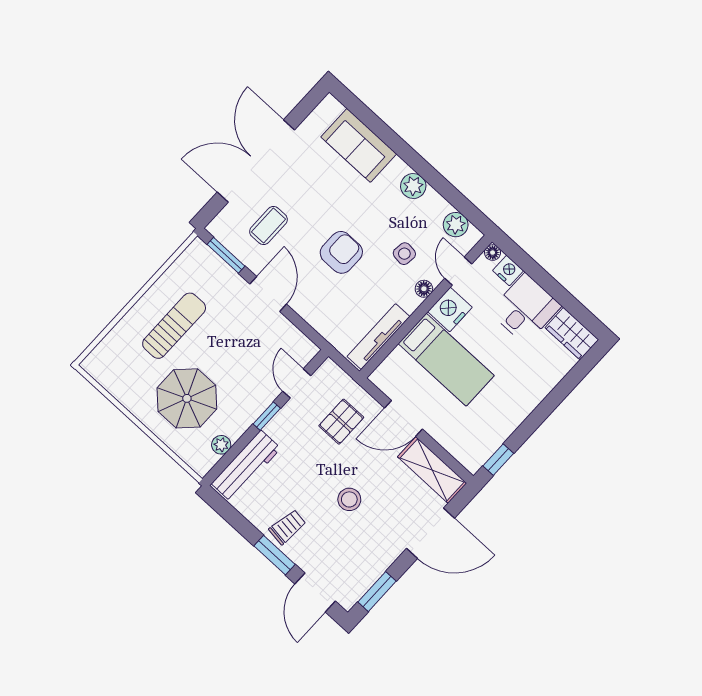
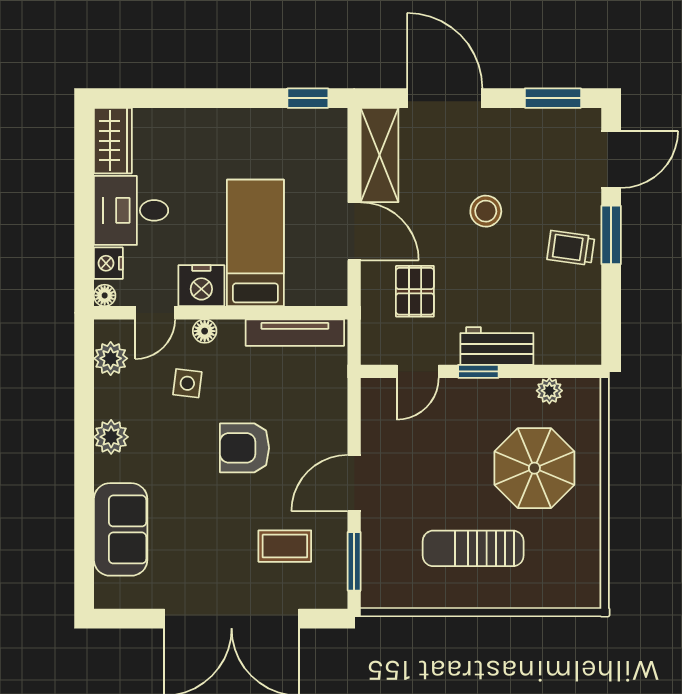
pallet: (341, 422) -> (415, 291), turned 90
workbench: (246, 466) -> (497, 346), moved, width x0.73

